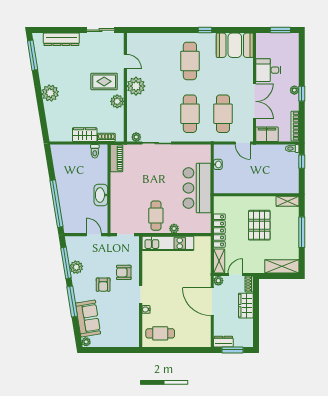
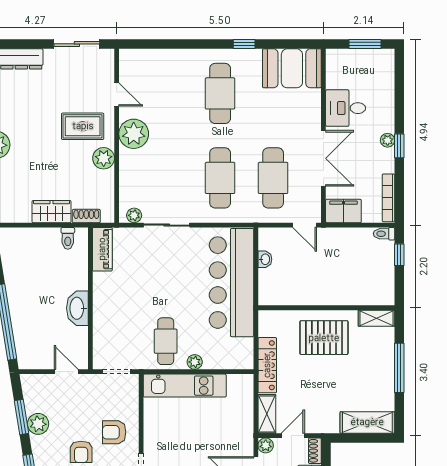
bar counter: (197, 188) -> (231, 283), width x1.36
pallet: (259, 225) -> (324, 338), moved, turned 90
window: (66, 263) -> (22, 417), width x0.69

